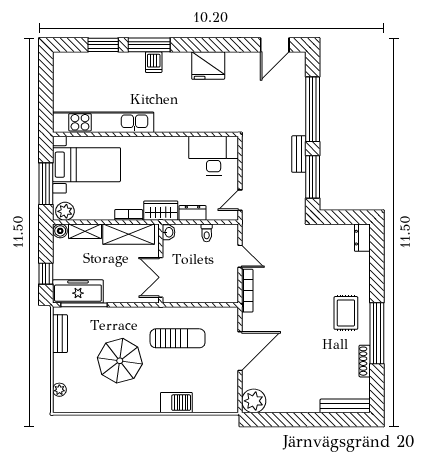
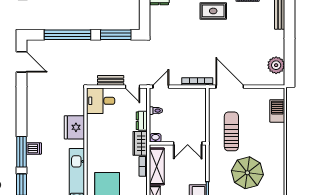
fridge: (208, 66) -> (74, 127), moved, turned 180
bench: (299, 154) -> (111, 80), moved
desk: (214, 156) -> (101, 101), width x0.73
door: (240, 256) -> (161, 87), moved
door: (240, 351) -> (230, 87), moved
plant: (254, 401) -> (276, 65), moved
barbecue: (176, 403) -> (277, 111), moved

